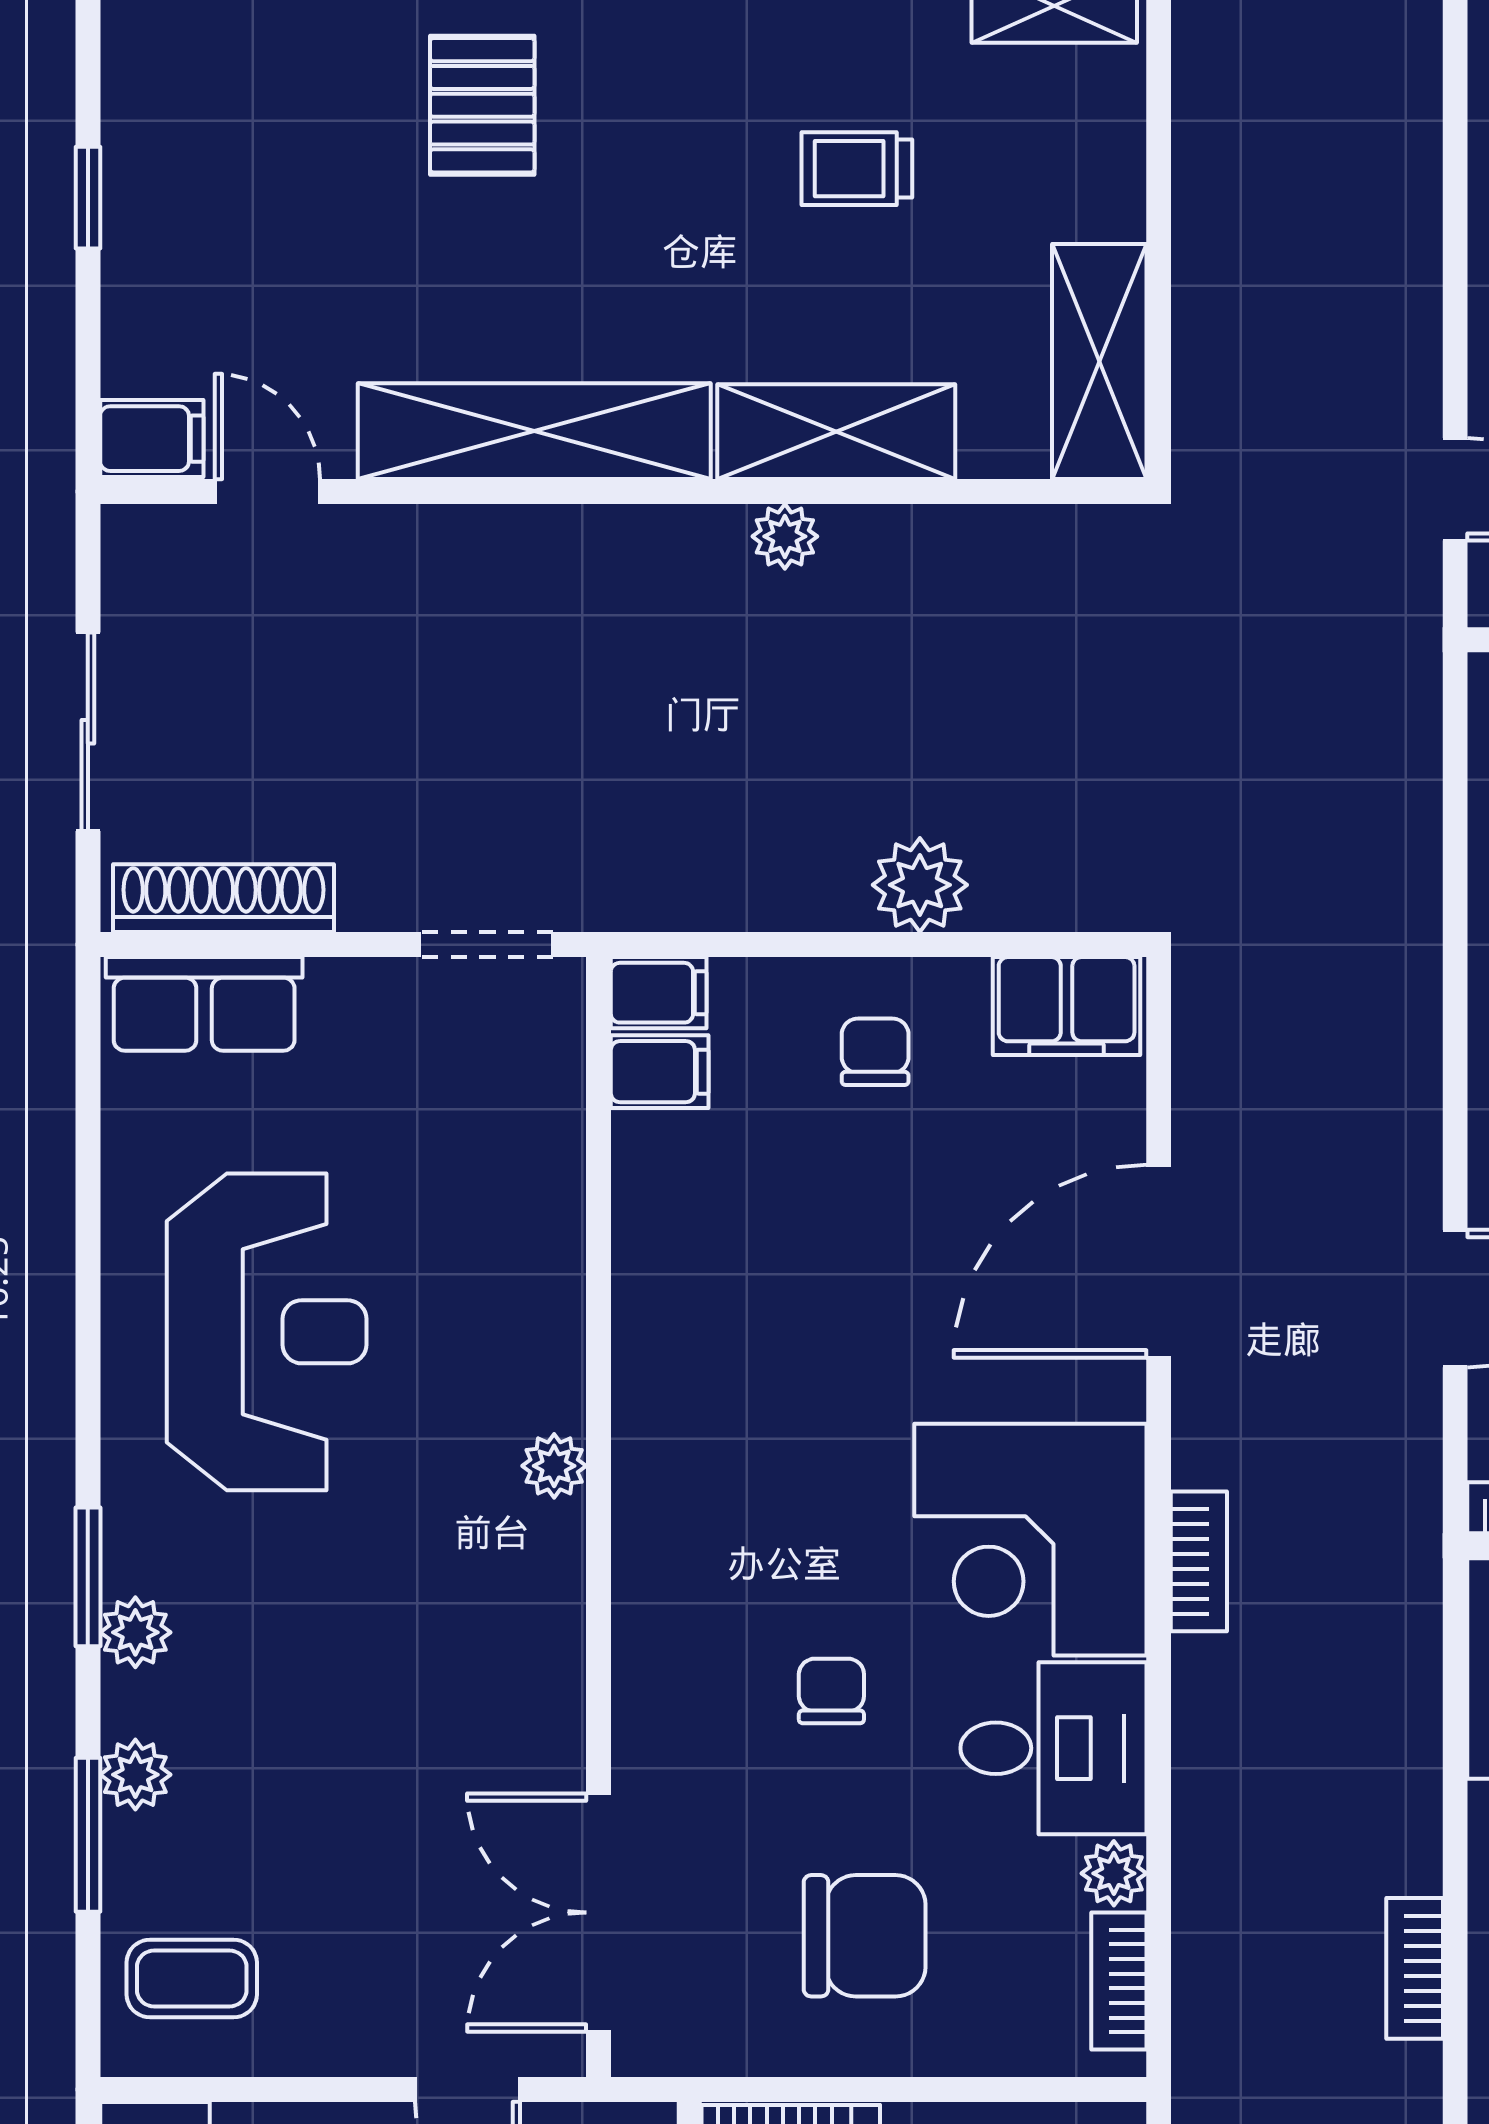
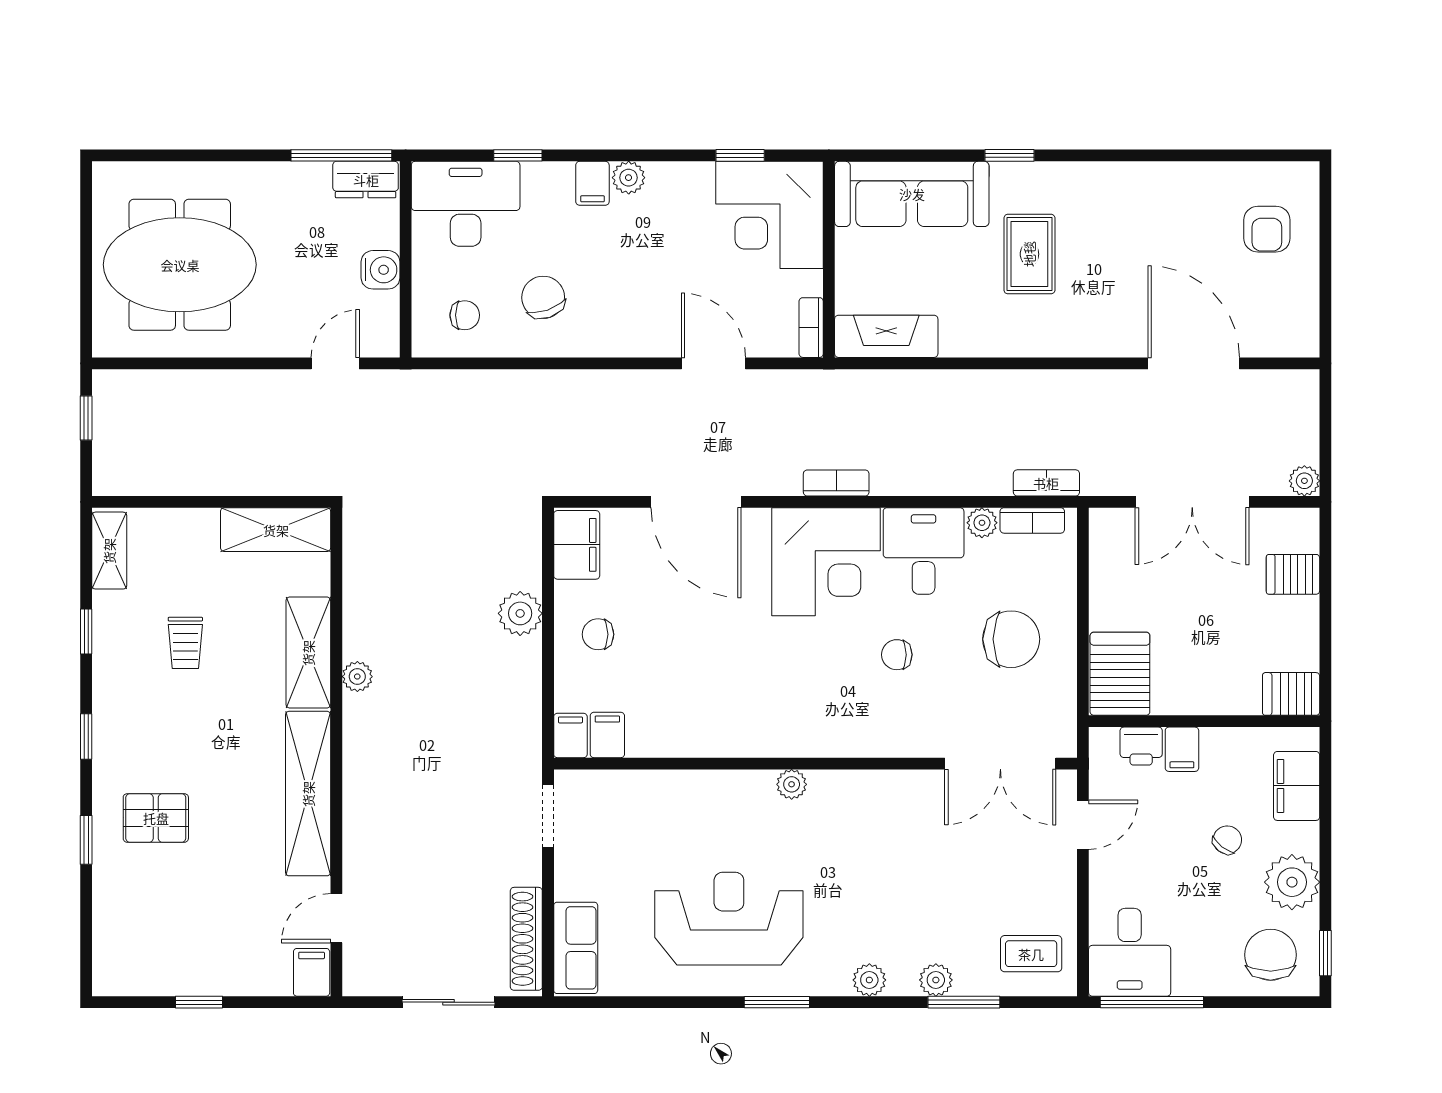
window: (88, 1577) -> (777, 1002), moved
chair: (865, 1936) -> (1011, 639), turned 90
bookcase: (1415, 1968) -> (1046, 483), moved, turned 180
coffee table: (192, 1978) -> (1031, 954), turned 90

